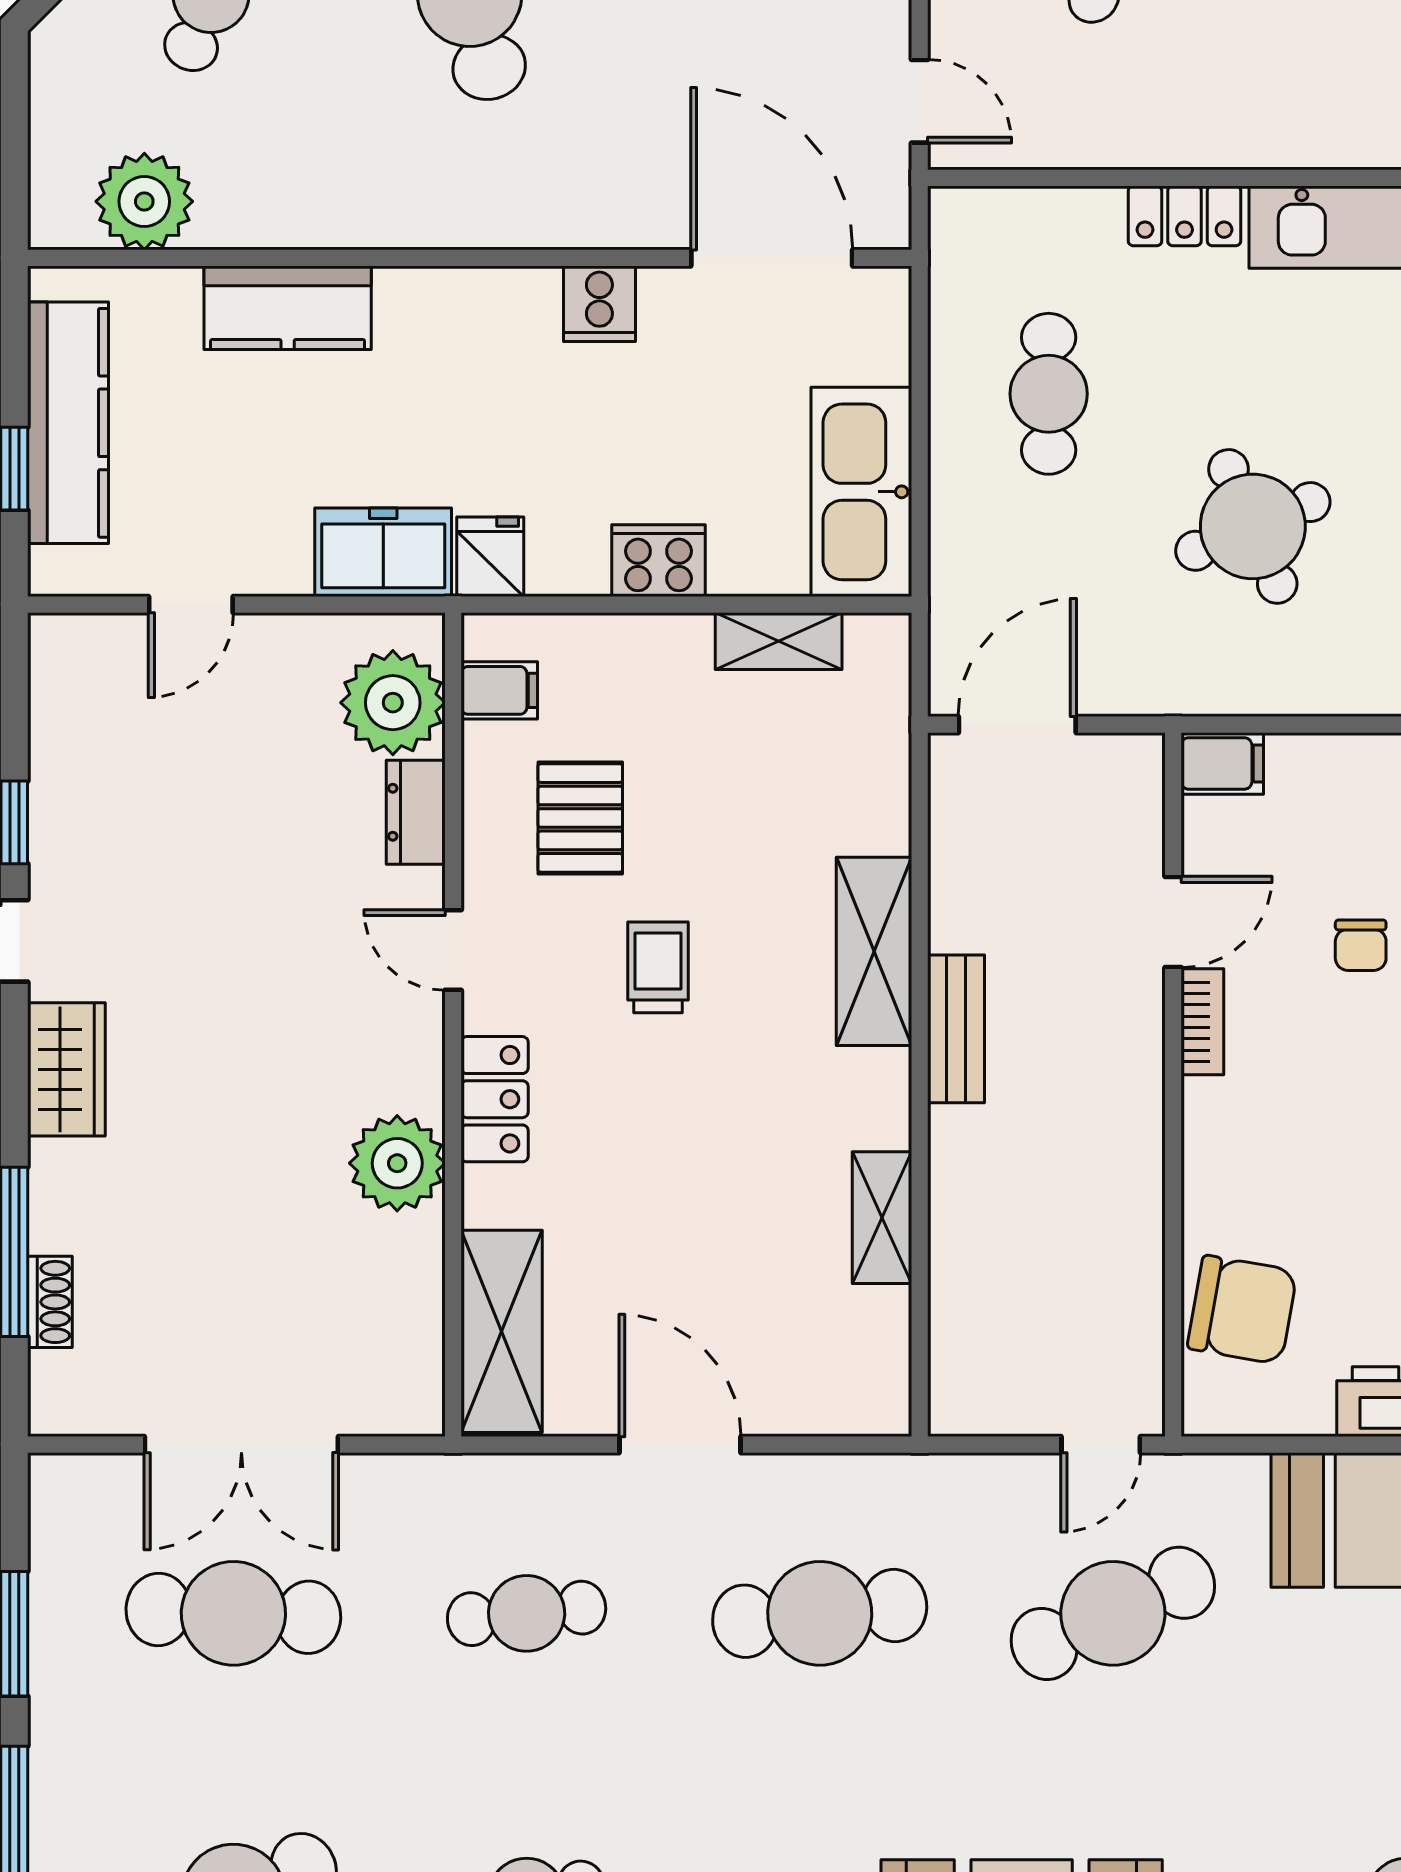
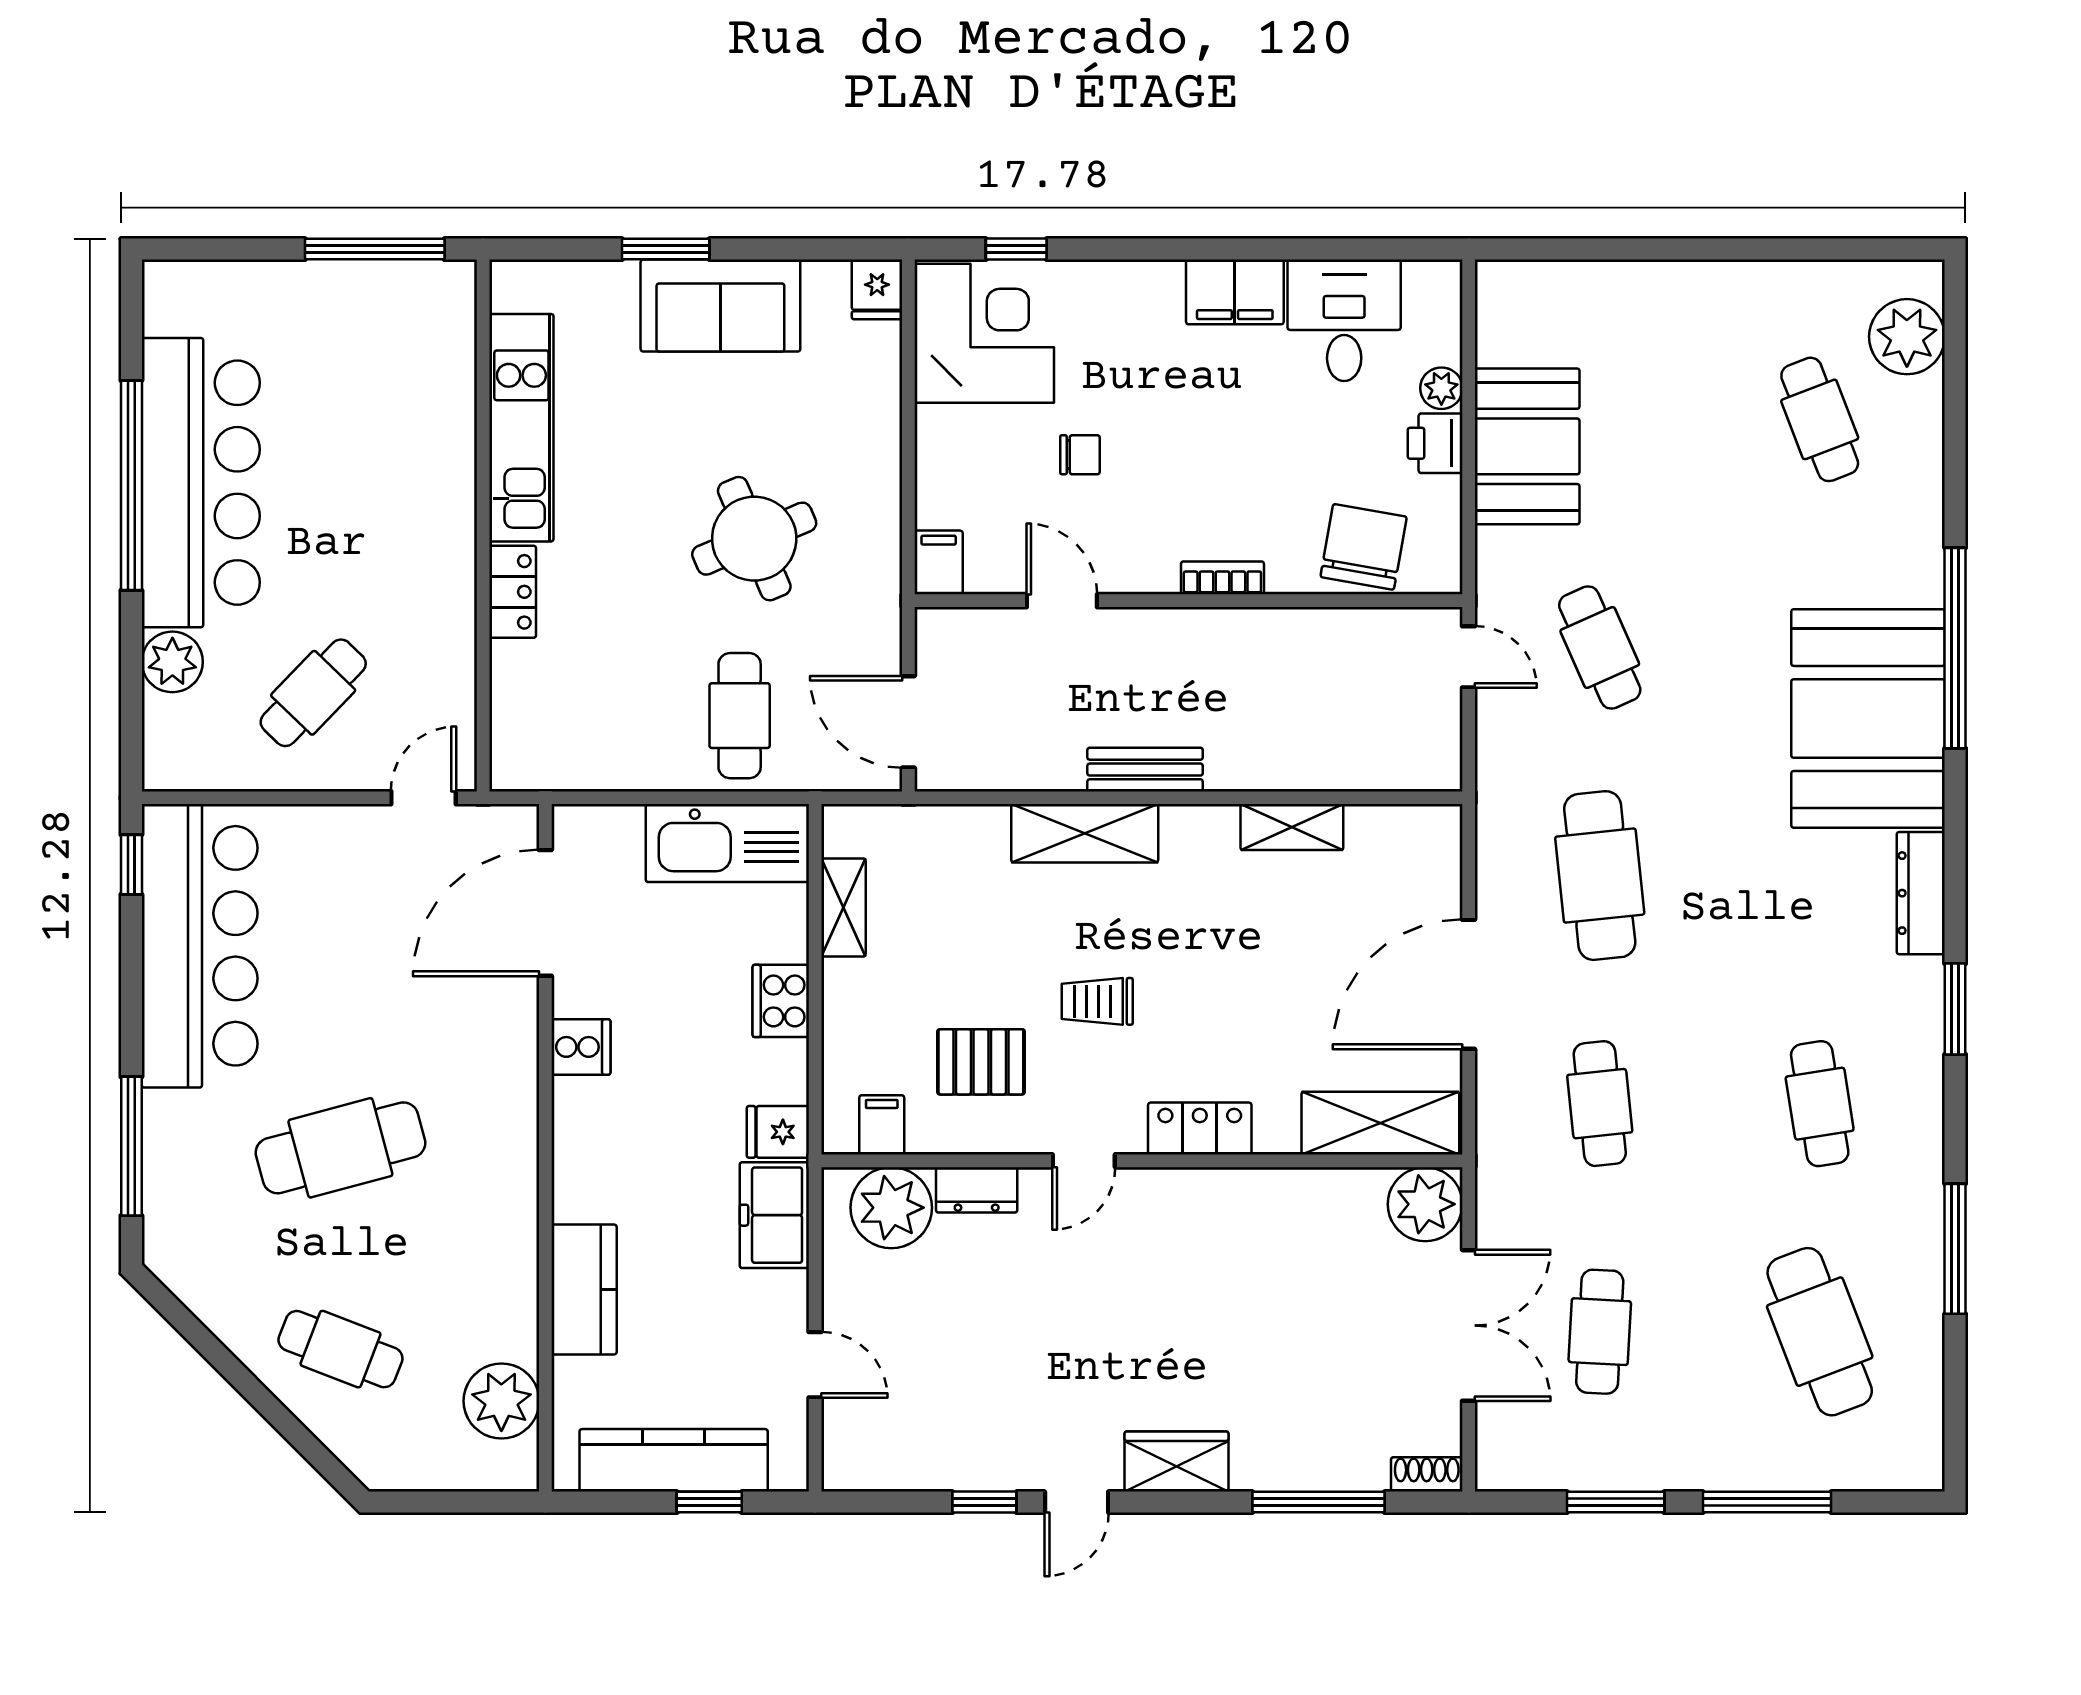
cafe table: (1049, 394) -> (740, 716), moved, turned 90
bookcase: (1202, 1022) -> (1222, 578), moved
plant: (397, 1163) -> (1425, 1204), moved
shoe rack: (50, 1302) -> (1427, 1474), moved
door: (680, 1445) -> (1469, 984), width x1.36
cafe table: (233, 1613) -> (1600, 1332), width x0.73, depth x0.74
cafe table: (1113, 1613) -> (1600, 648), width x0.73, depth x0.74

